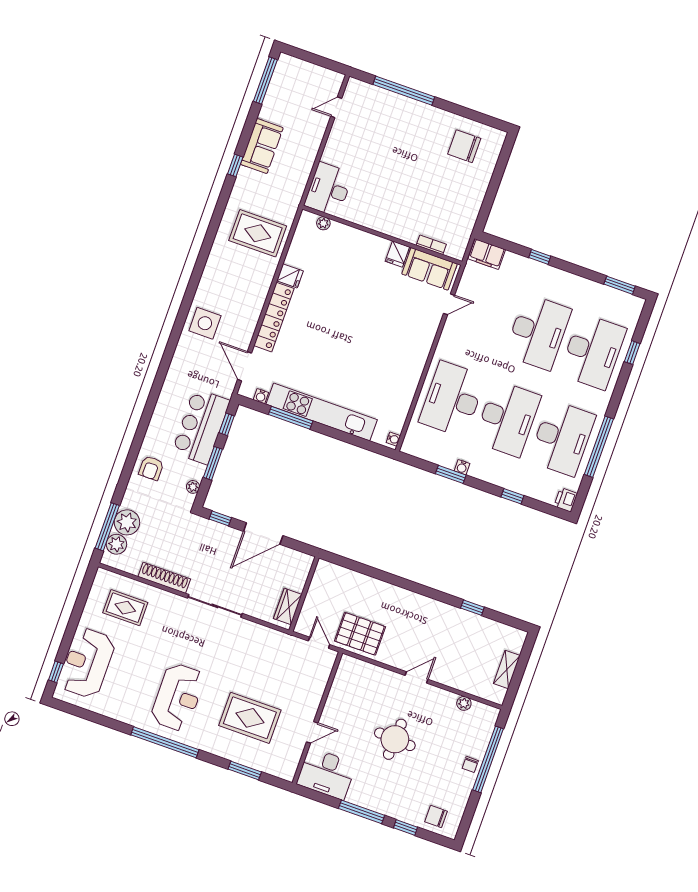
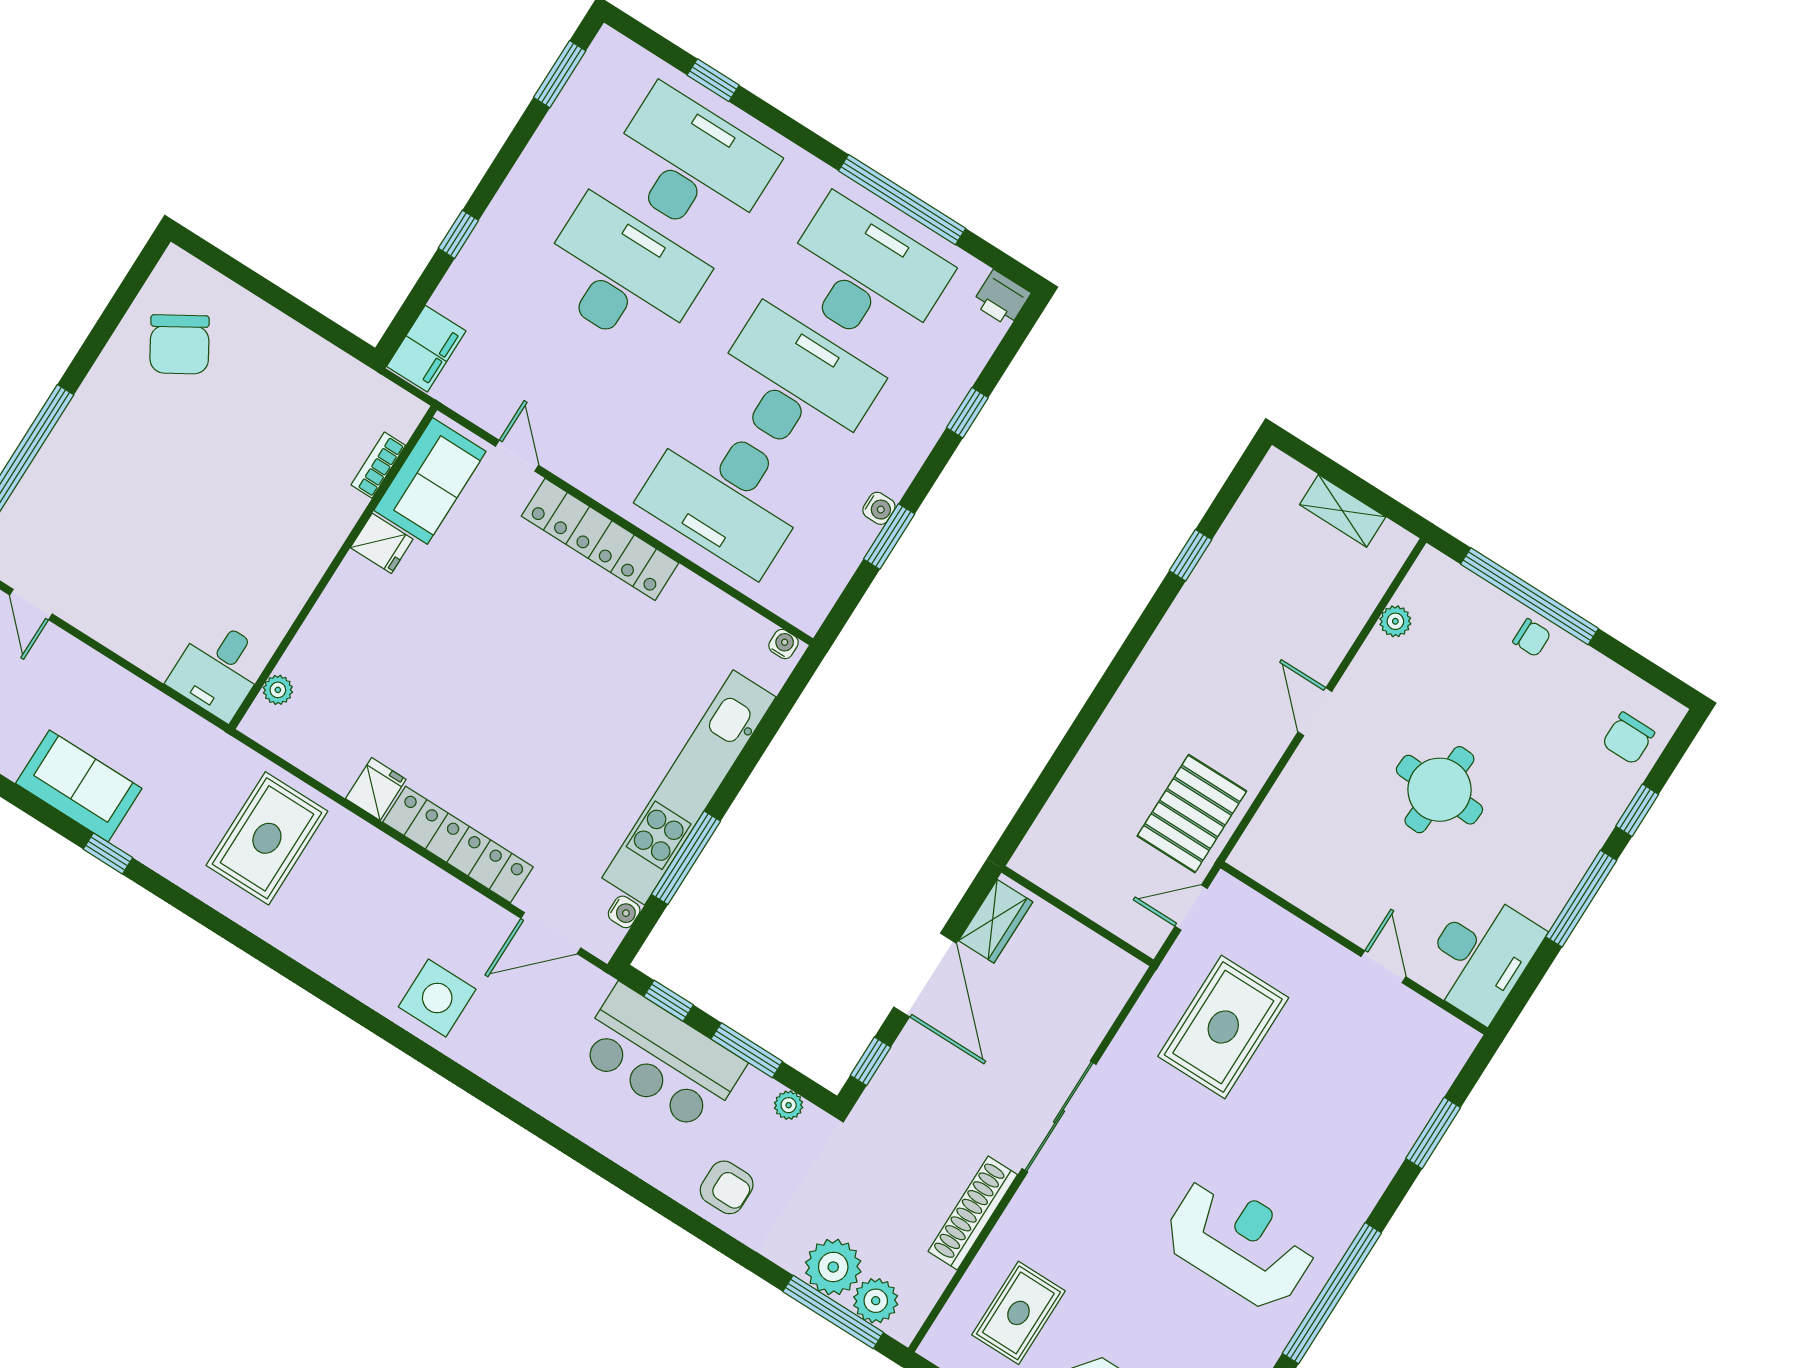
chair: (464, 146) -> (179, 344), turned -31
desk: (329, 189) -> (219, 669), width x0.73
locker: (421, 349) -> (600, 539), added
wardrobe: (288, 607) -> (996, 921), moved, turned -90
rug: (250, 718) -> (1223, 1027), moved

